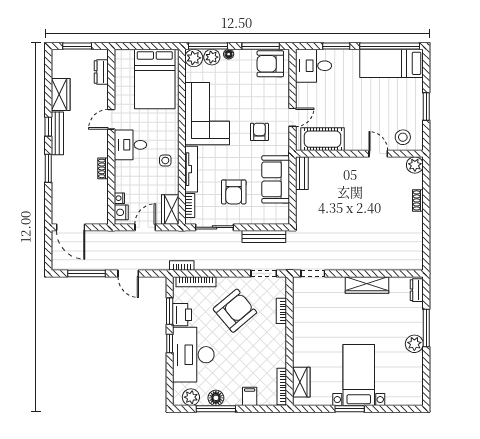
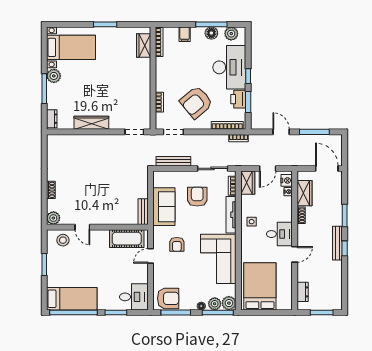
wardrobe: (61, 95) -> (304, 193), moved, turned 180
bed with nightstands: (359, 375) -> (71, 47), moved, turned -90

